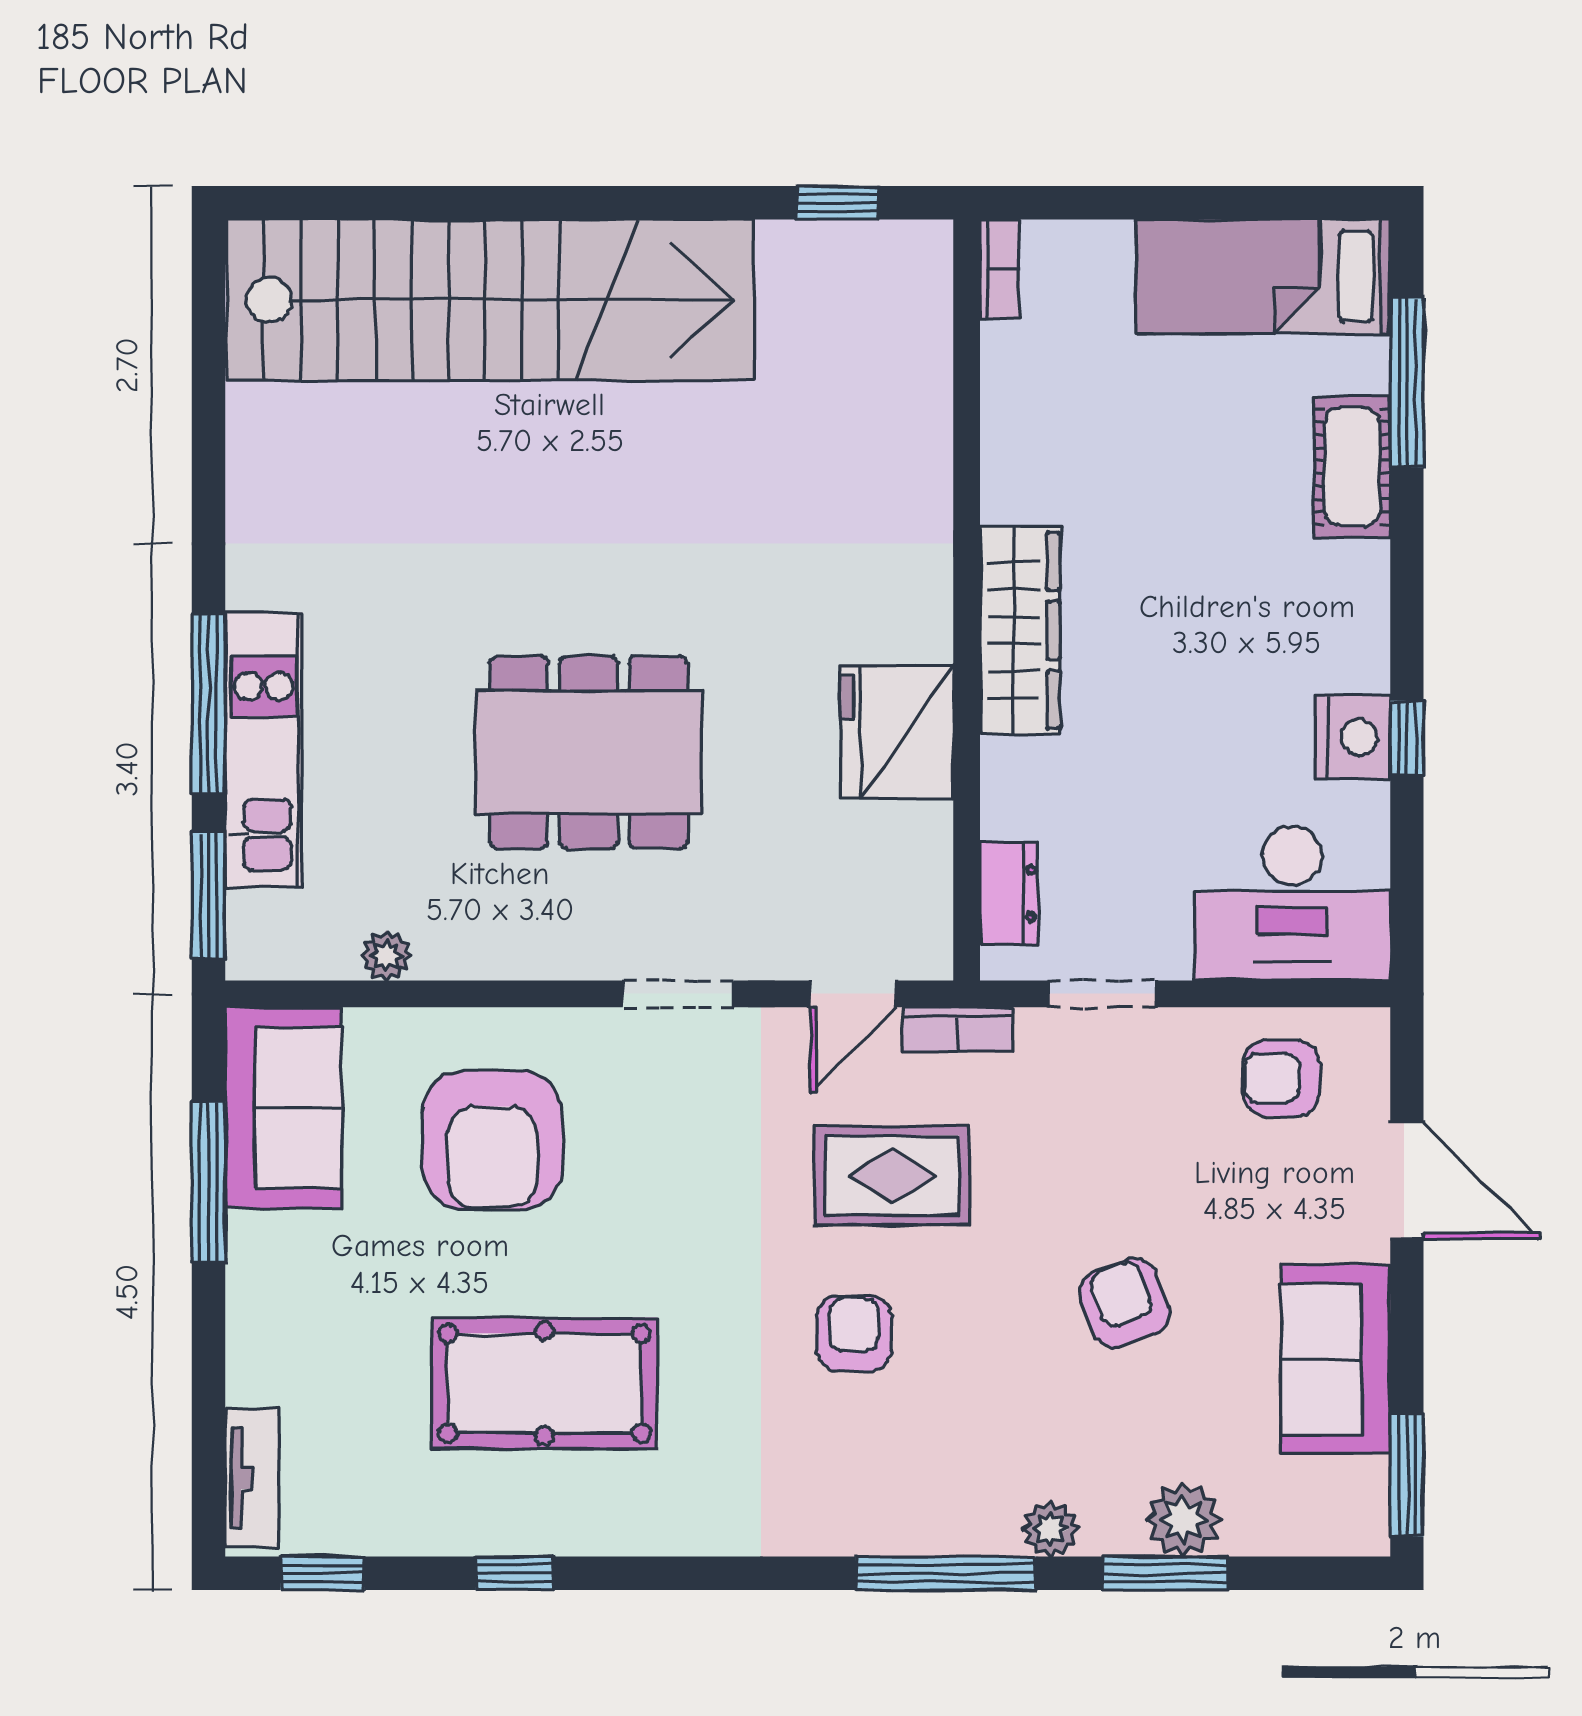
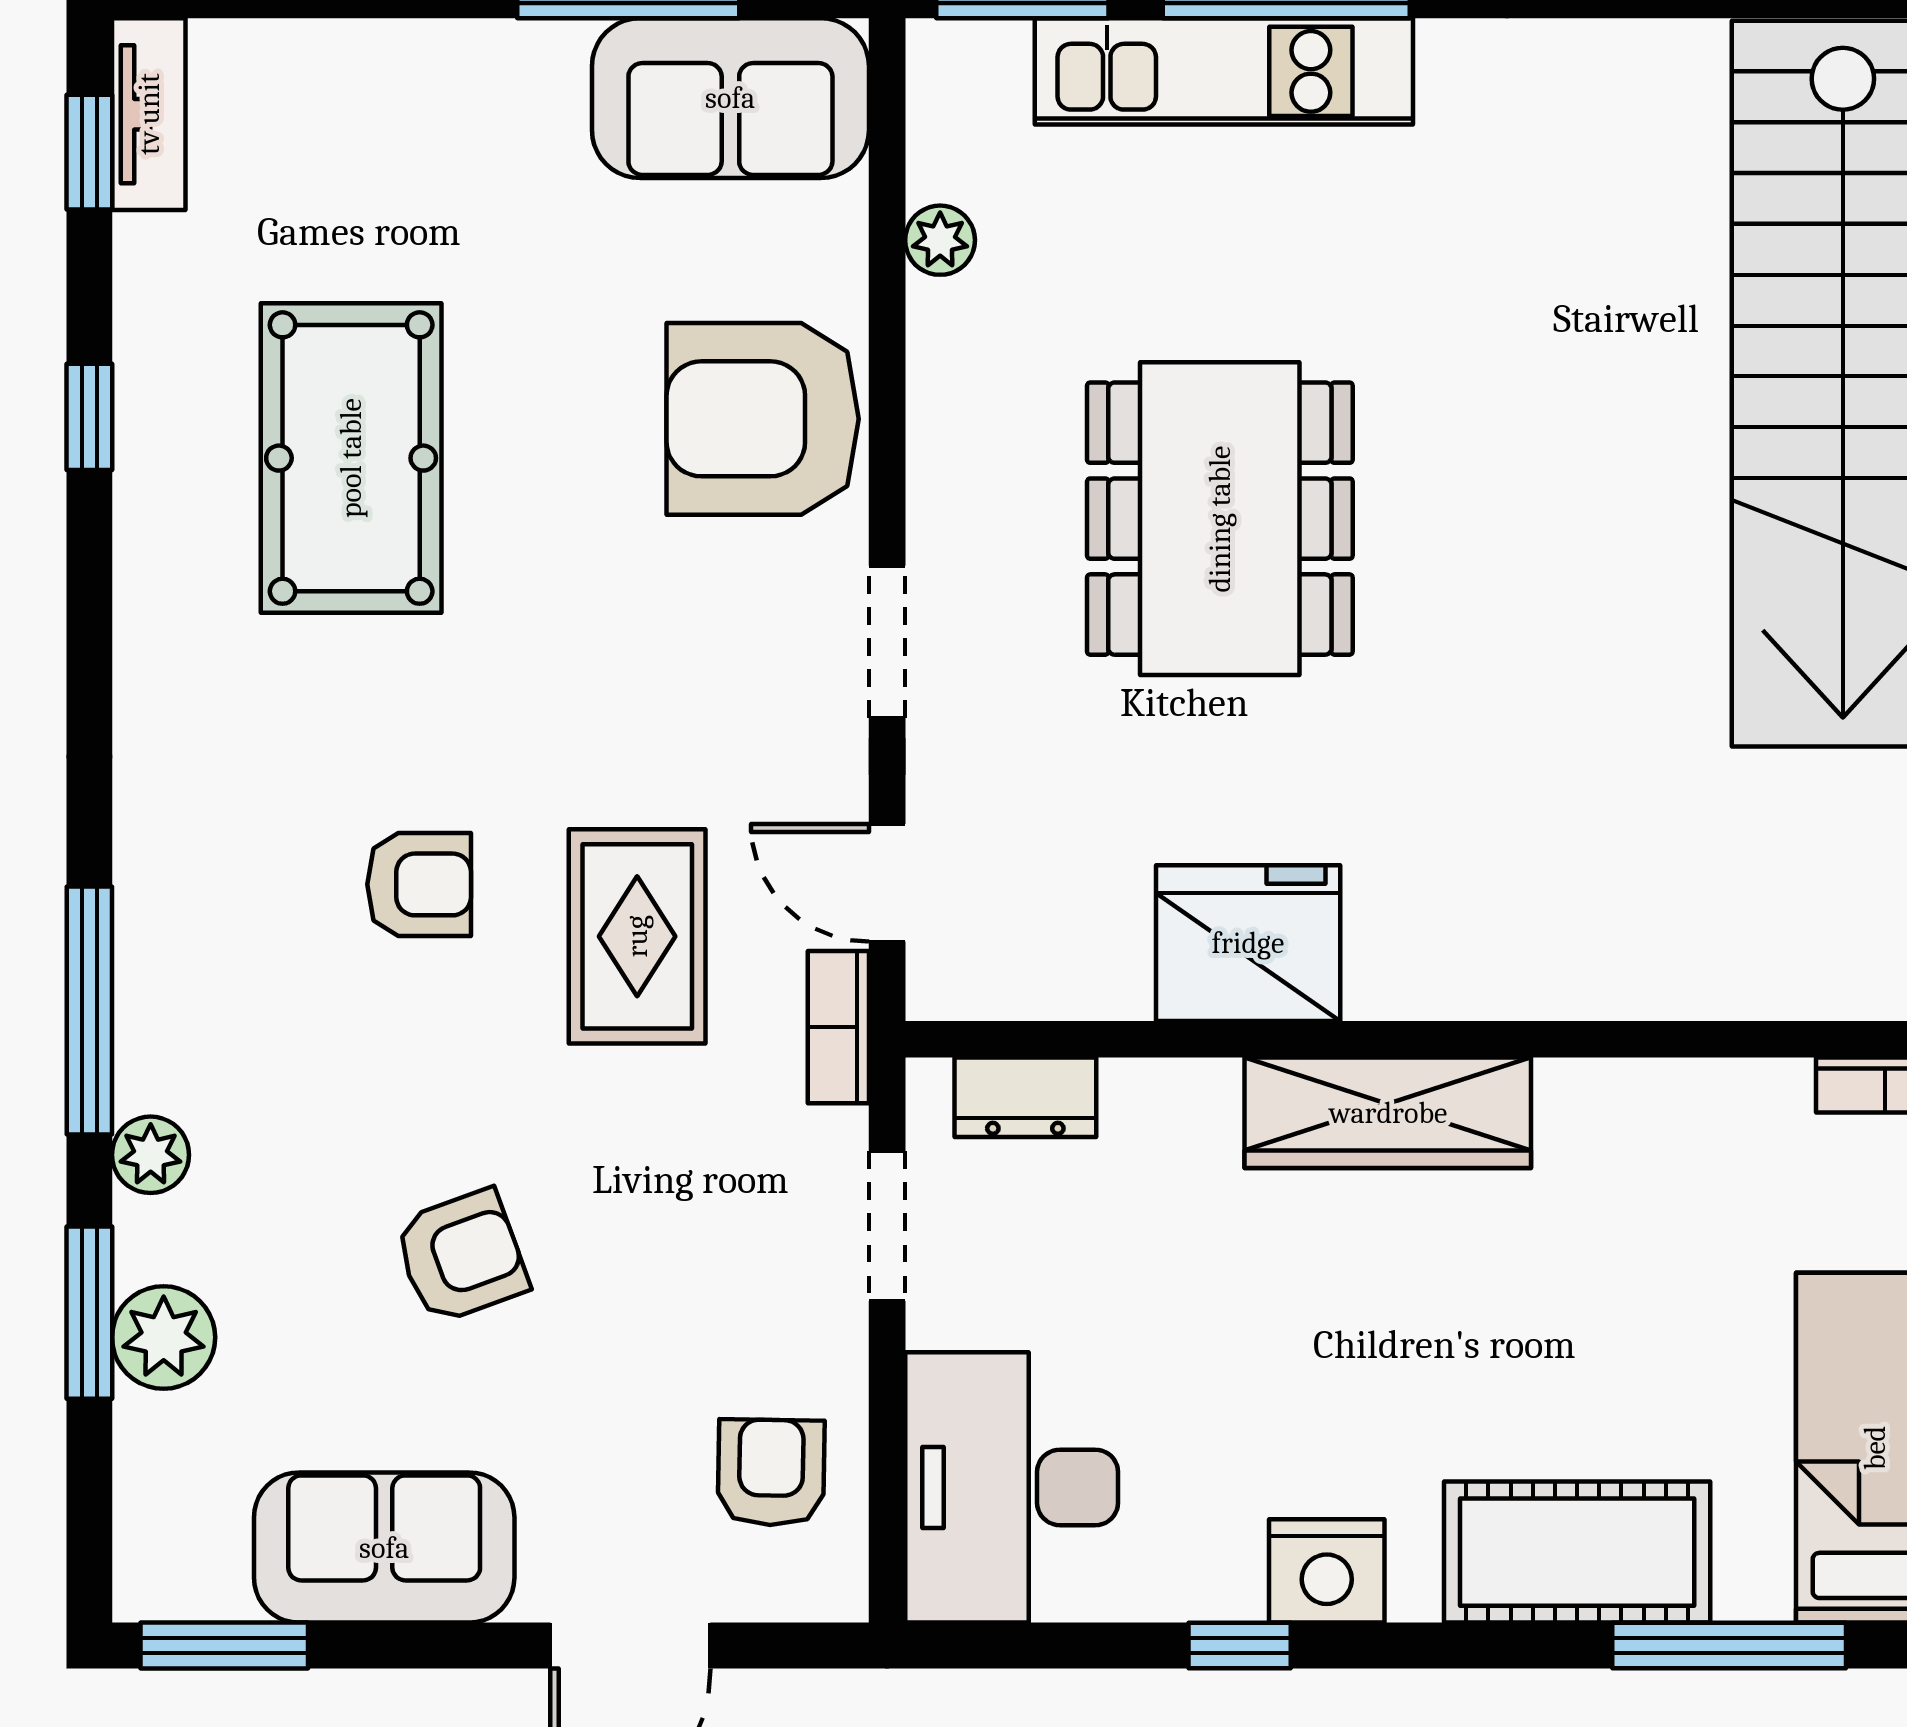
cot: (1352, 467) -> (1577, 1552), width x1.37, depth x1.34
nightstand: (1353, 737) -> (1327, 1571), moved
armchair: (492, 1140) -> (763, 419), moved
tv unit: (252, 1478) -> (149, 114), moved, turned -90

